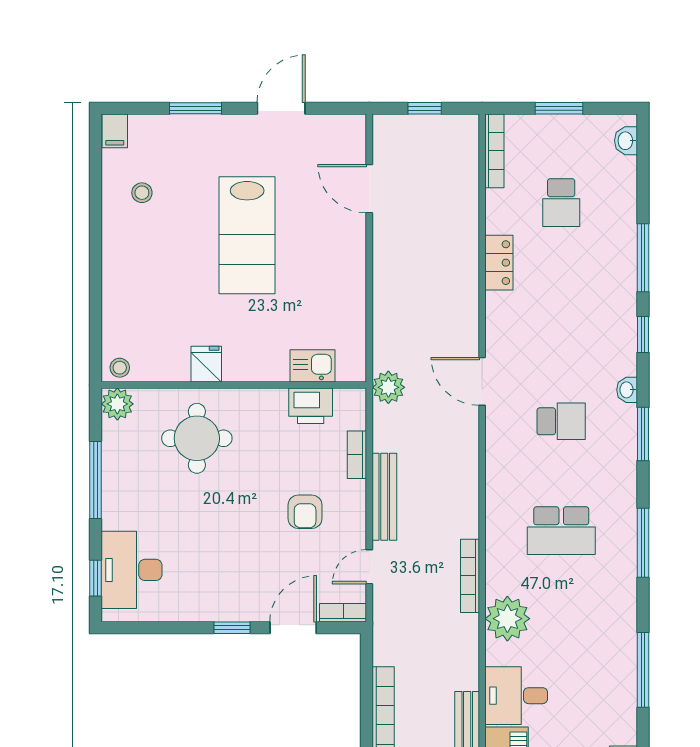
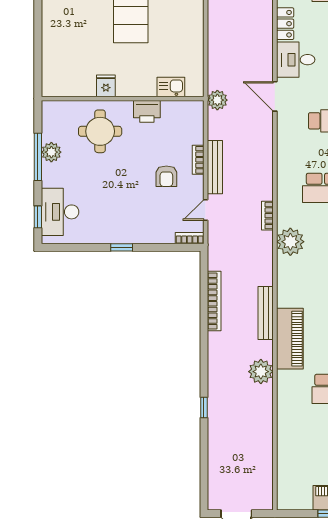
stool: (120, 368) -> (53, 88), removed
plant: (117, 404) -> (51, 152), moved
printer: (311, 406) -> (147, 111), moved
bookcase: (357, 455) -> (198, 160), moved
bookcase: (470, 576) -> (267, 216), width x0.64
door: (293, 628) -> (159, 247), removed
desk: (516, 696) -> (296, 60), moved

